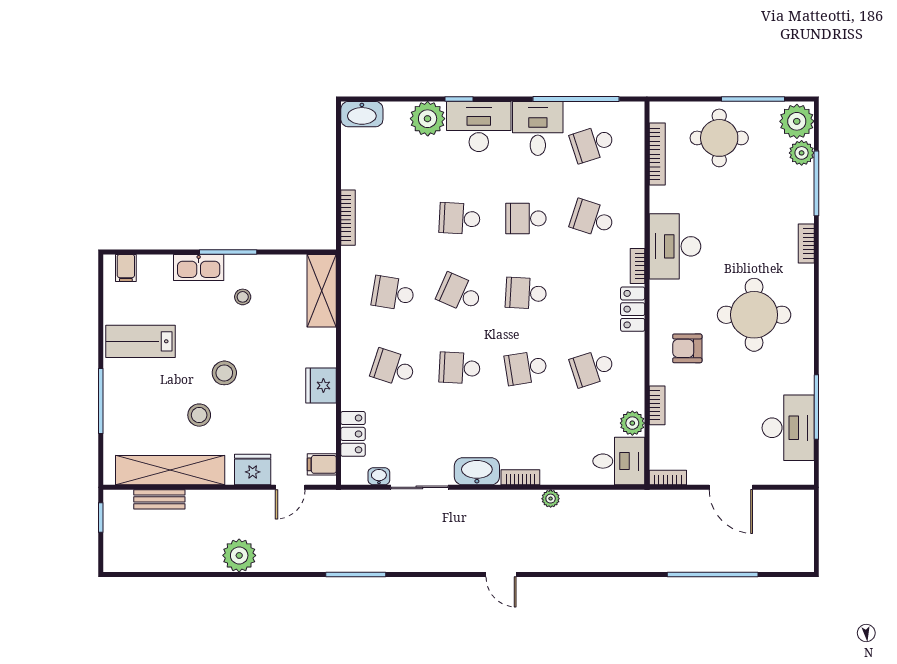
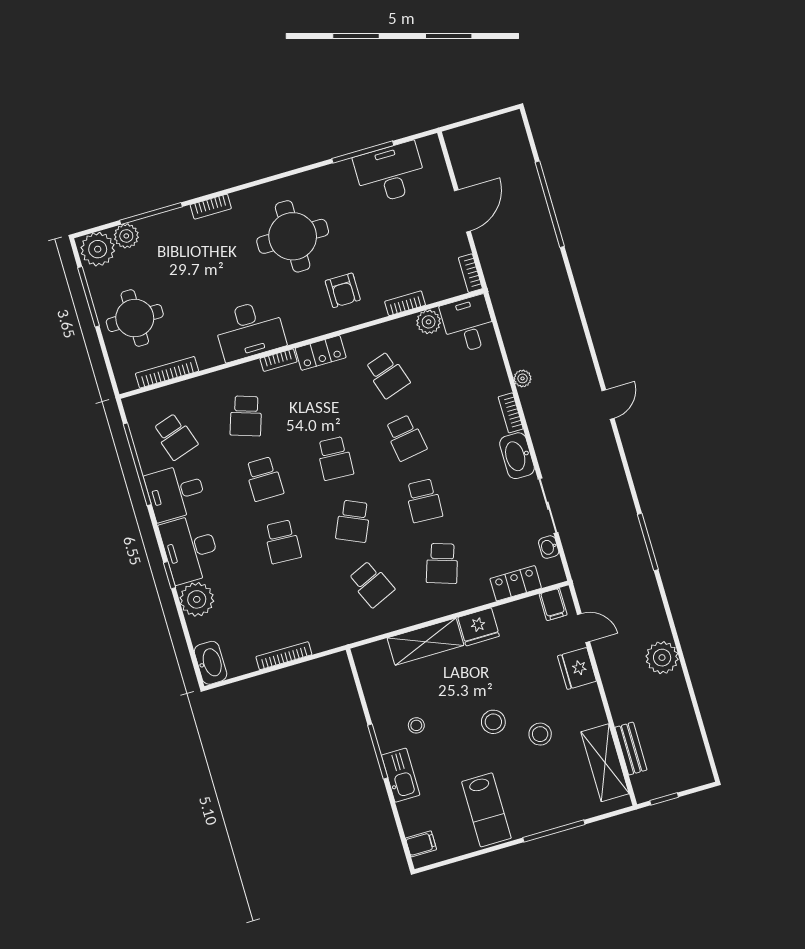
bookcase: (348, 218) -> (284, 656), moved
shelving: (322, 291) -> (425, 642), moved
school desk: (393, 293) -> (371, 584), turned -33
shelving: (170, 470) -> (605, 763), width x0.68

